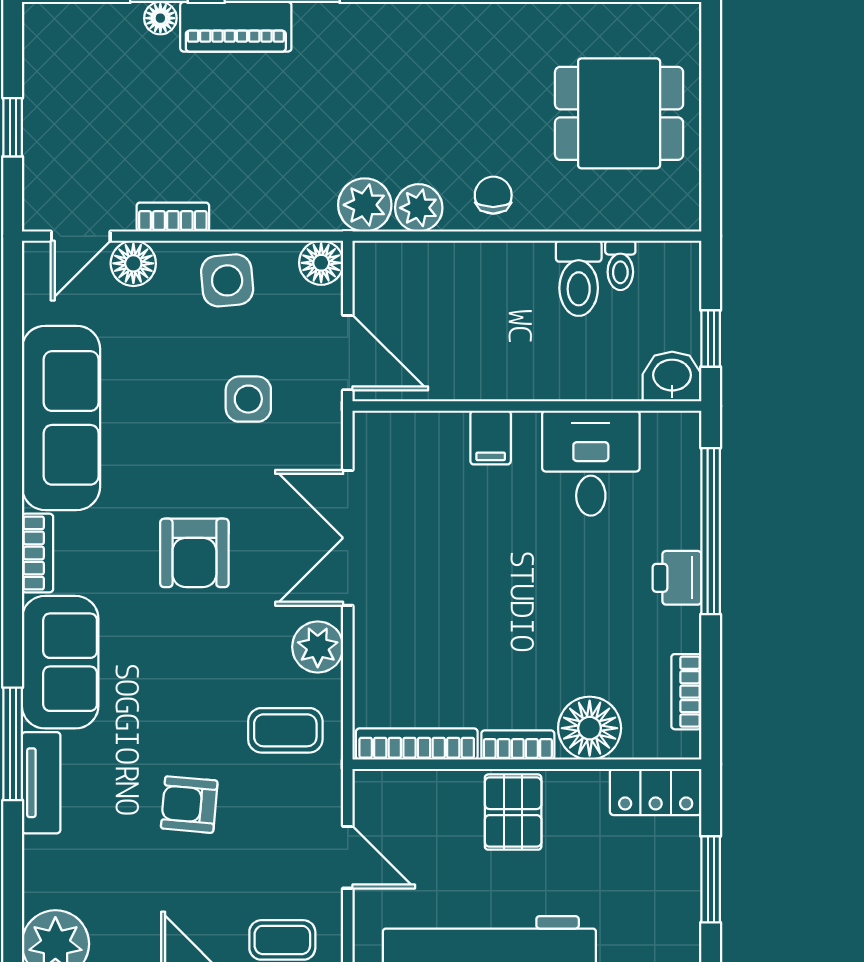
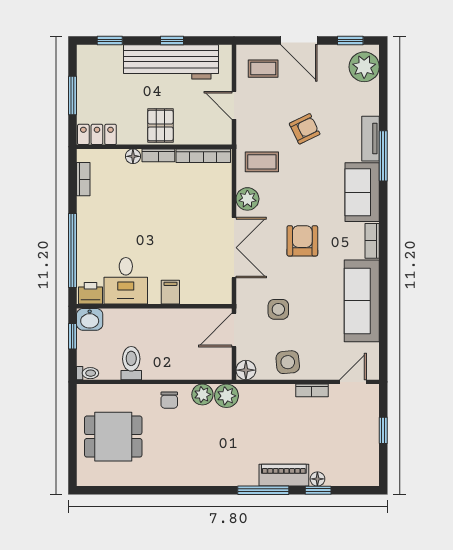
floor lamp: (133, 263) -> (330, 370), removed
toilet: (620, 265) -> (88, 373), moved, turned 90
door: (348, 353) -> (234, 330), hinge flipped
printer: (677, 578) -> (91, 293), moved, turned -90
floor lamp: (590, 728) -> (133, 156), width x0.53, depth x0.53
armchair: (189, 805) -> (305, 129), turned -31

